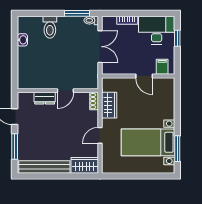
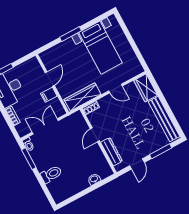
washbasin: (22, 40) -> (94, 179), moved
filing cabinet: (162, 67) -> (49, 95), moved
door: (65, 91) -> (95, 135), swing flipped
dresser: (45, 98) -> (112, 152), width x1.44
wardrobe: (109, 105) -> (83, 97), width x1.50
window: (177, 149) -> (70, 34), moved

